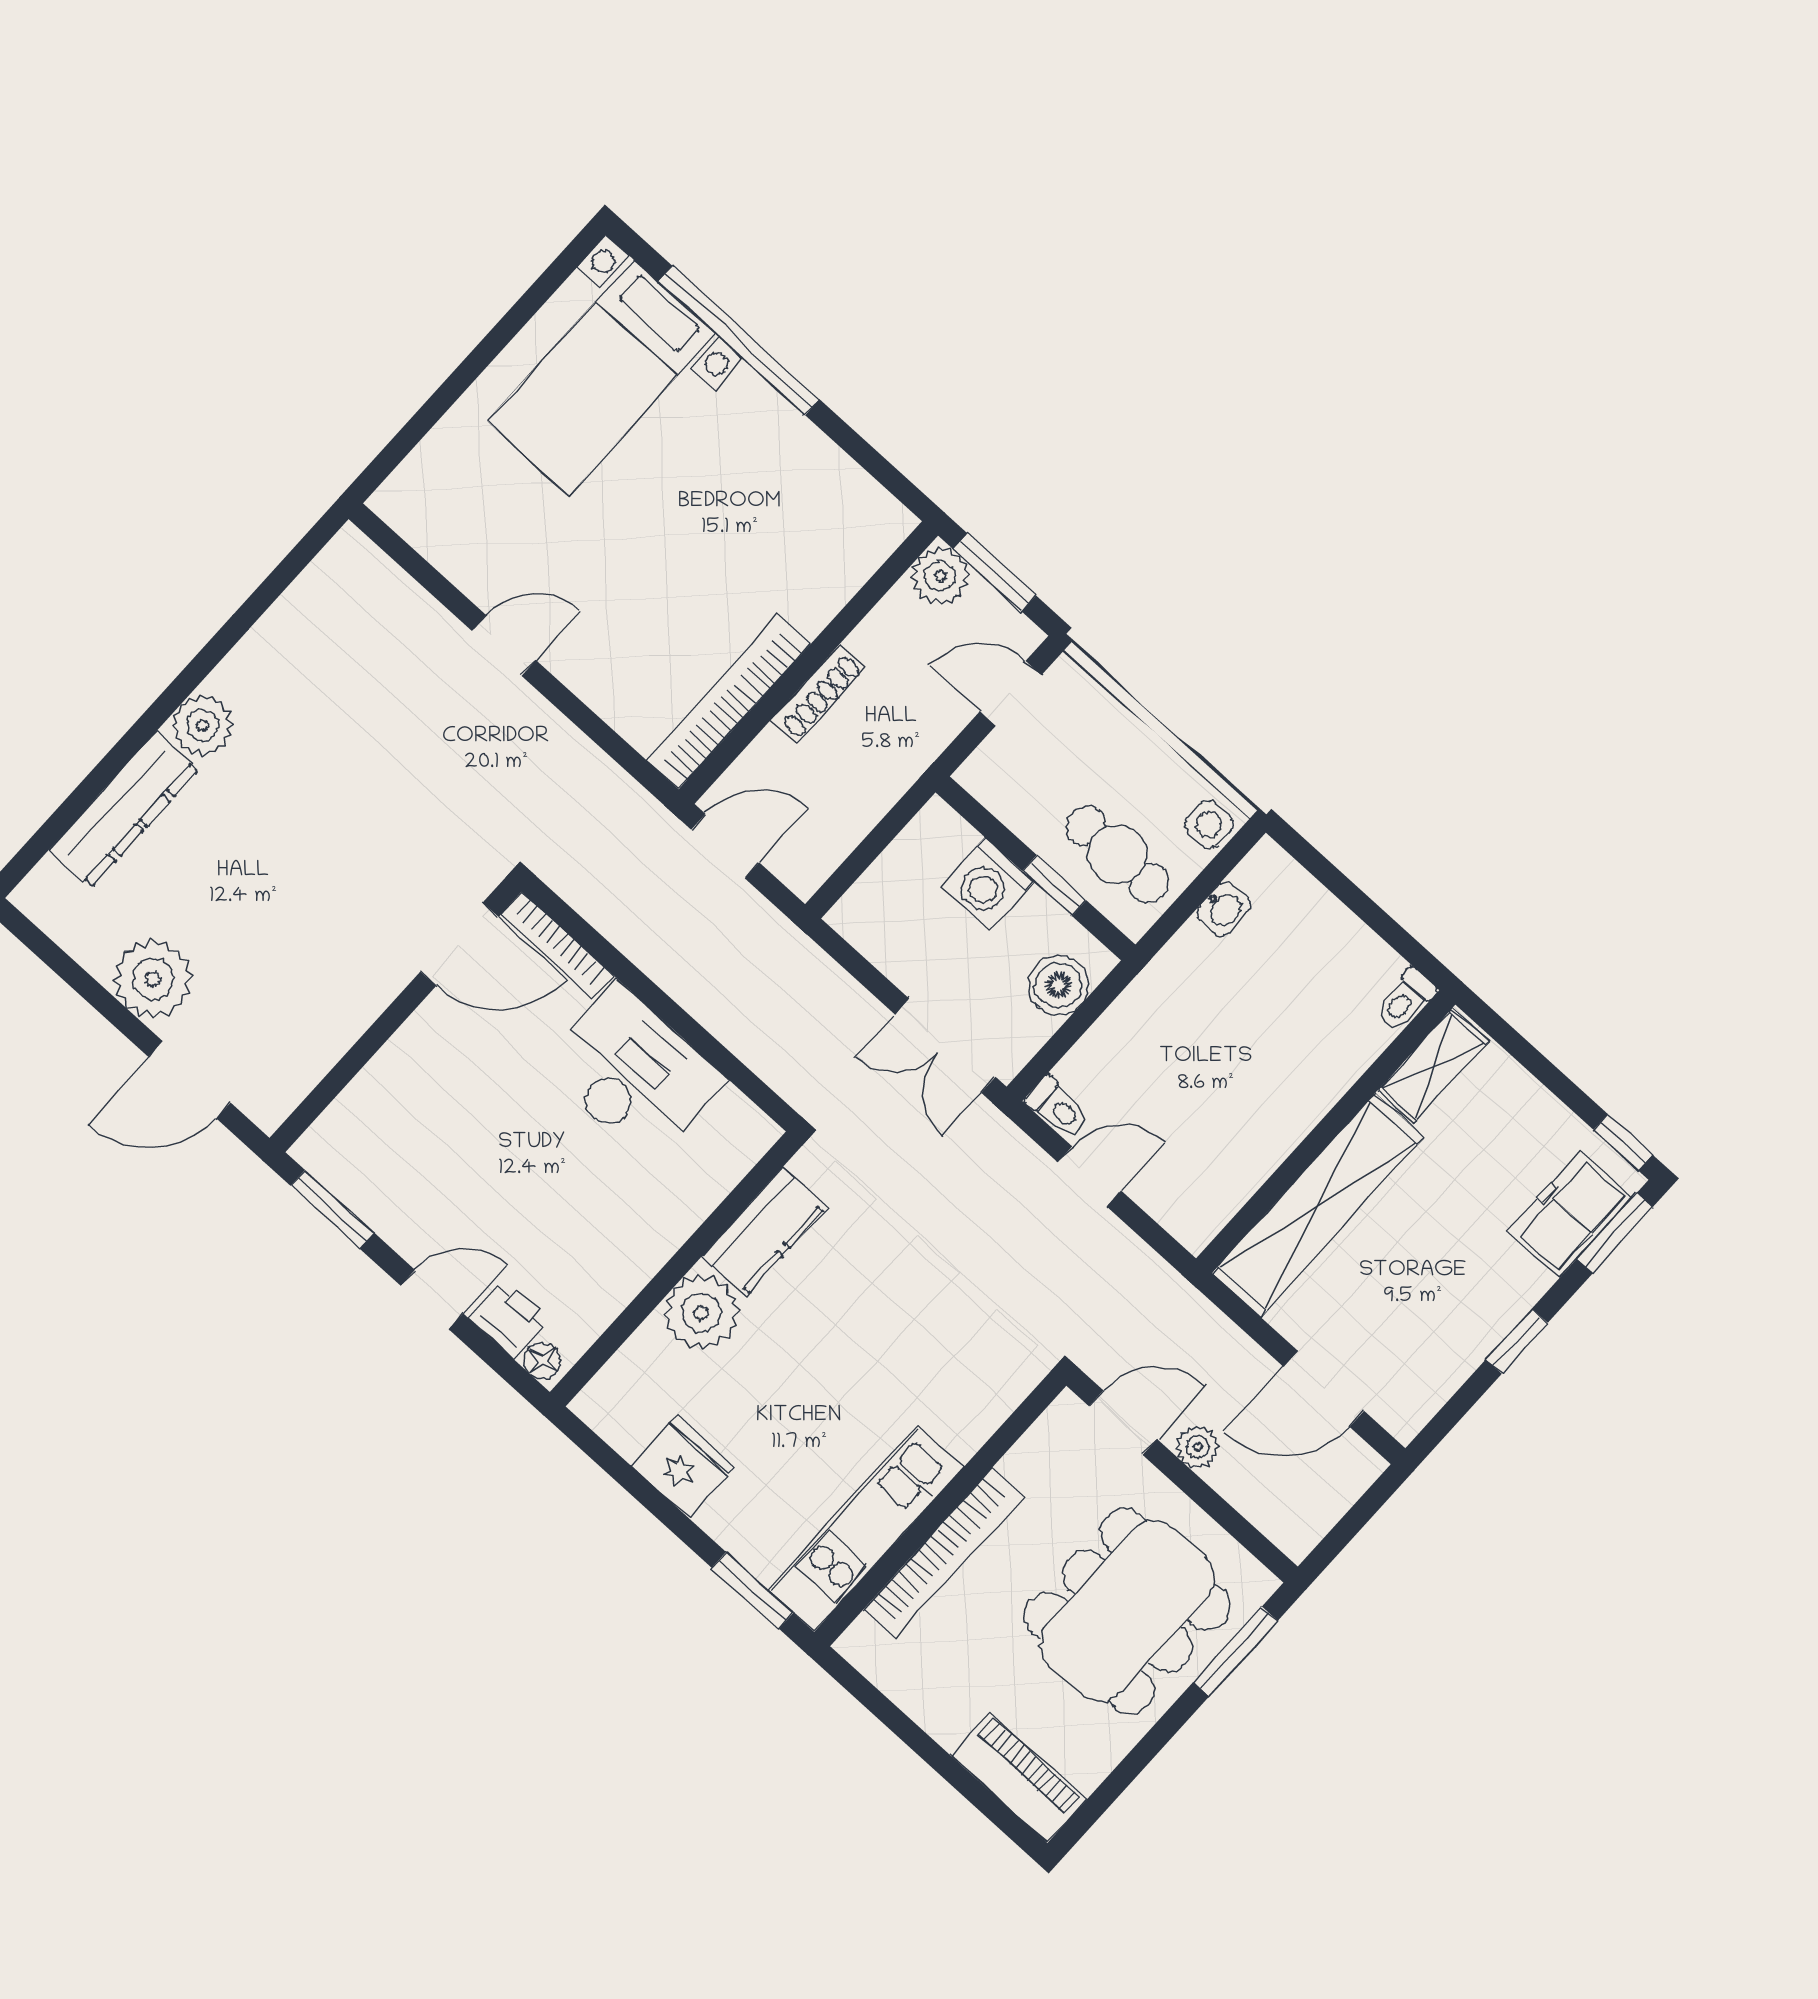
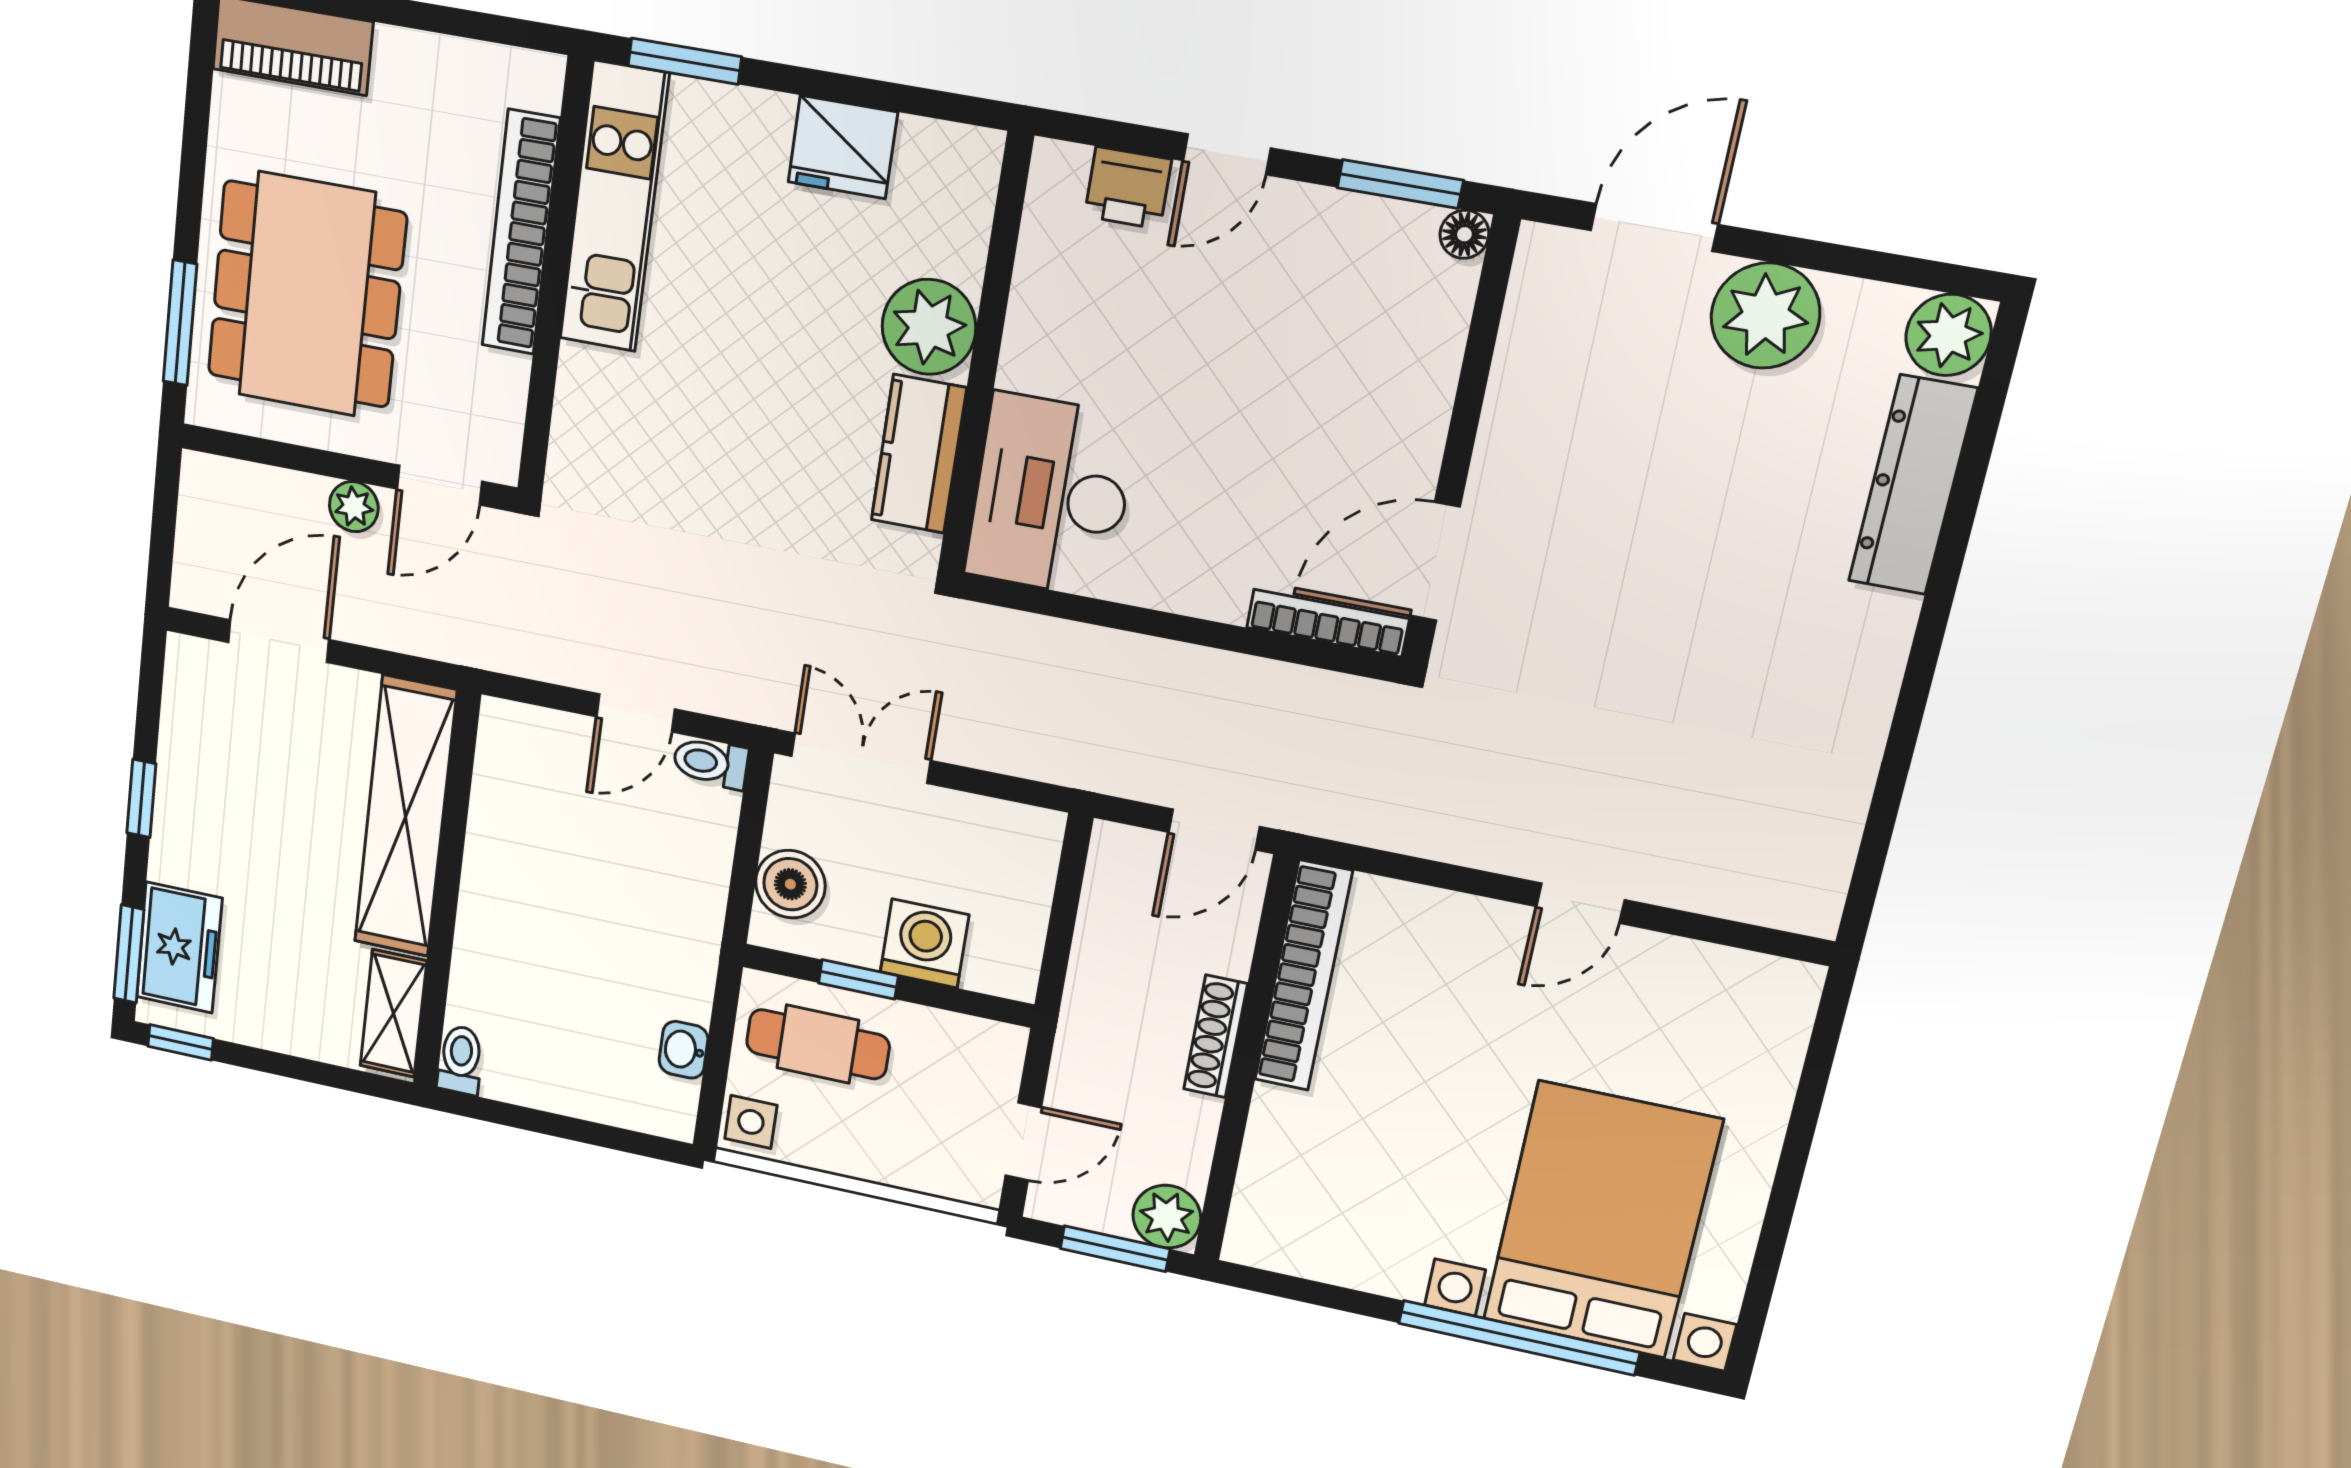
bed with nightstands: (601, 377) -> (1602, 1220), width x1.36
plant: (203, 725) -> (1949, 335), moved
desk: (633, 1073) -> (1051, 496), moved, turned 90
floor lamp: (542, 1361) -> (1464, 234), moved

